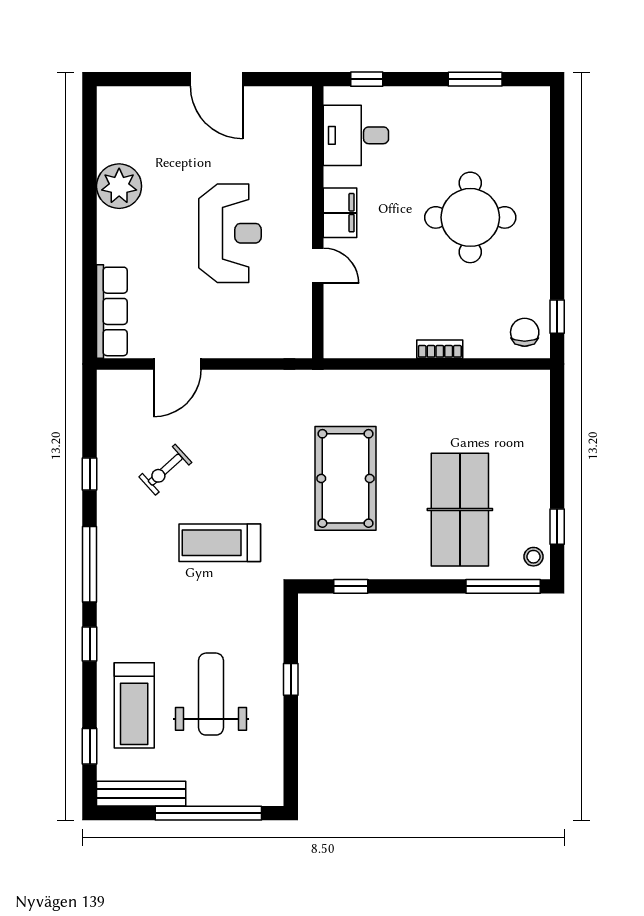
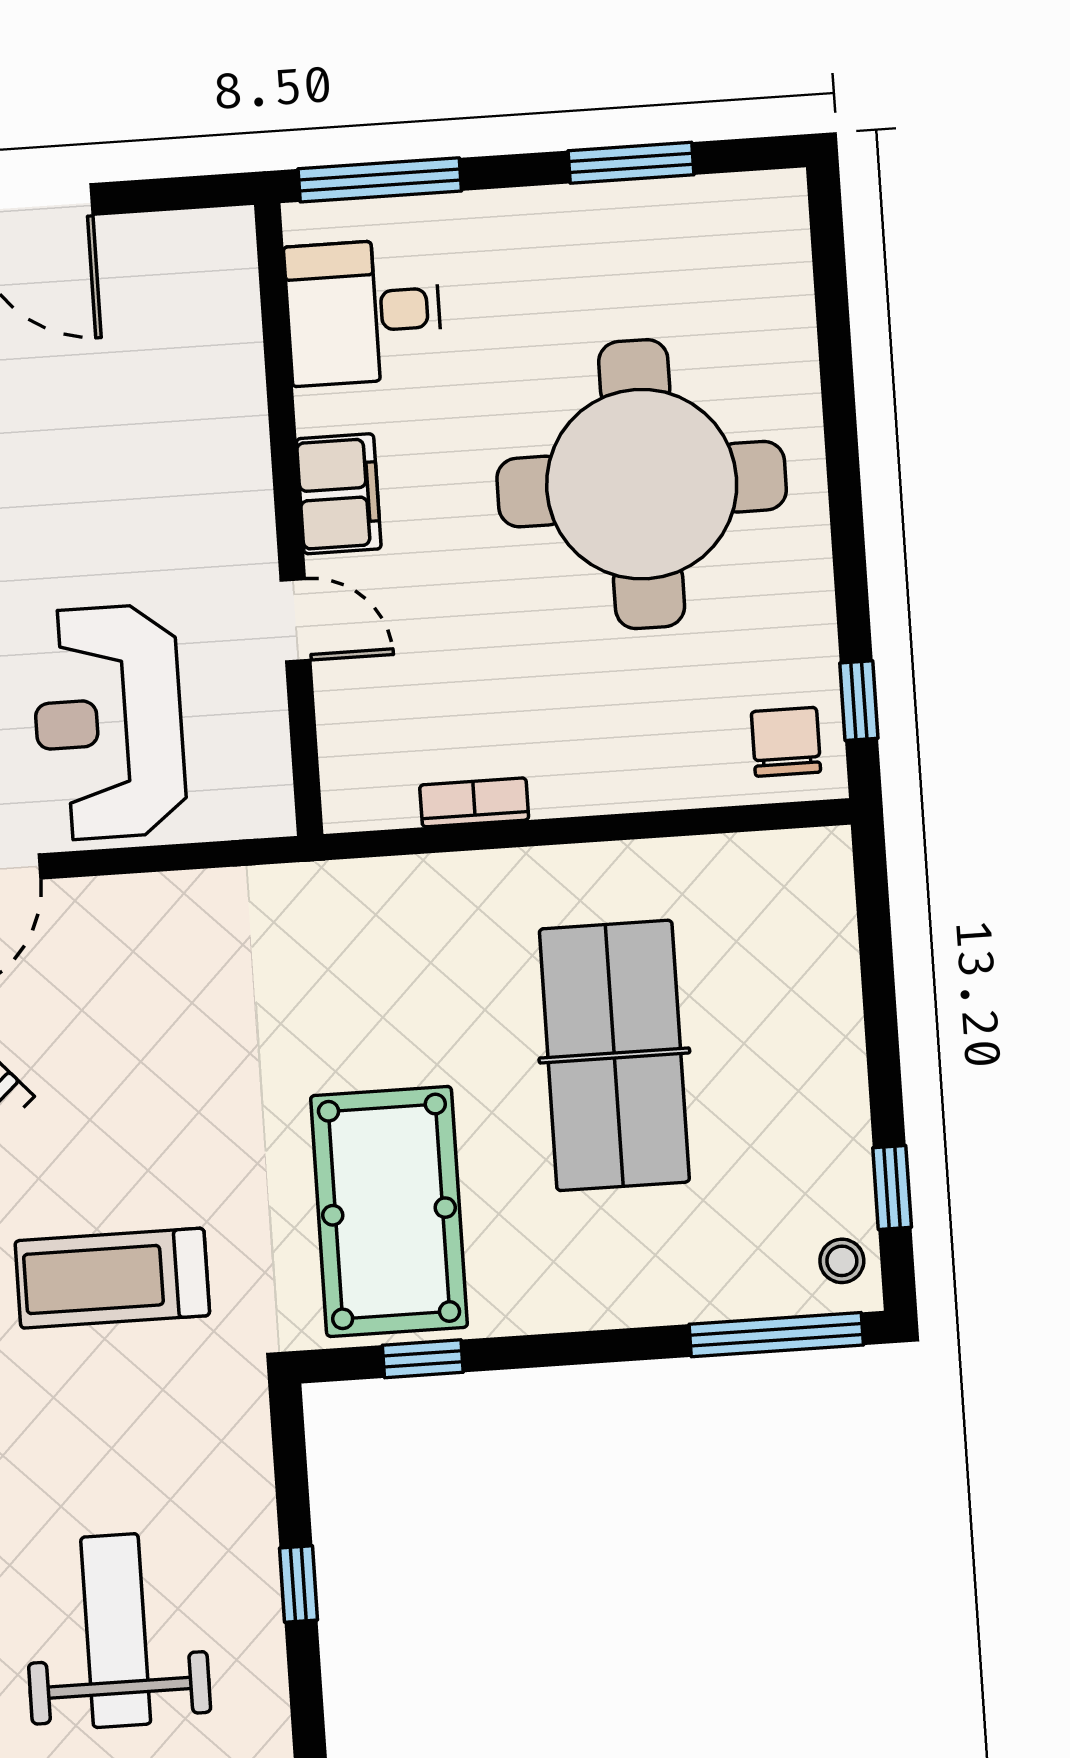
window: (367, 79) -> (380, 180), width x2.17
round table: (470, 217) -> (642, 484), width x1.36, depth x1.36
reception desk: (230, 233) -> (109, 722), moved, turned 180
bookcase: (440, 349) -> (474, 802), moved
pool table: (345, 478) -> (389, 1211), moved
table tennis table: (460, 510) -> (614, 1055), moved

